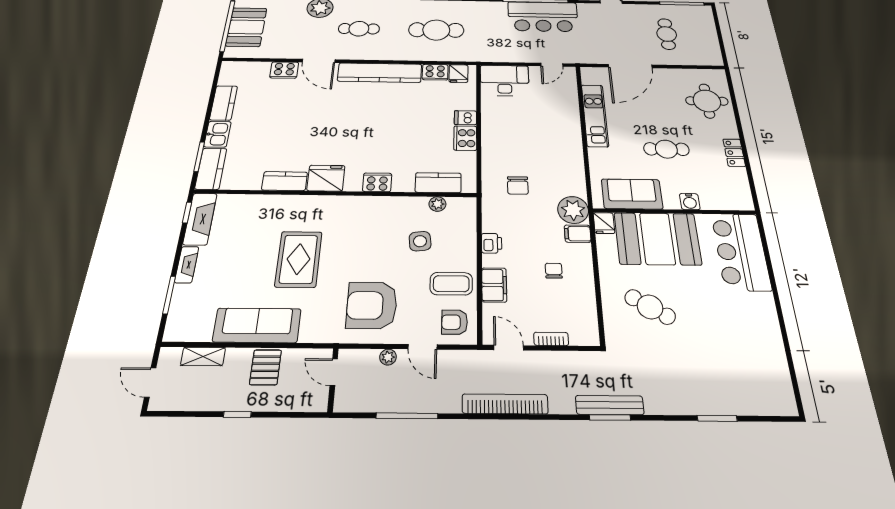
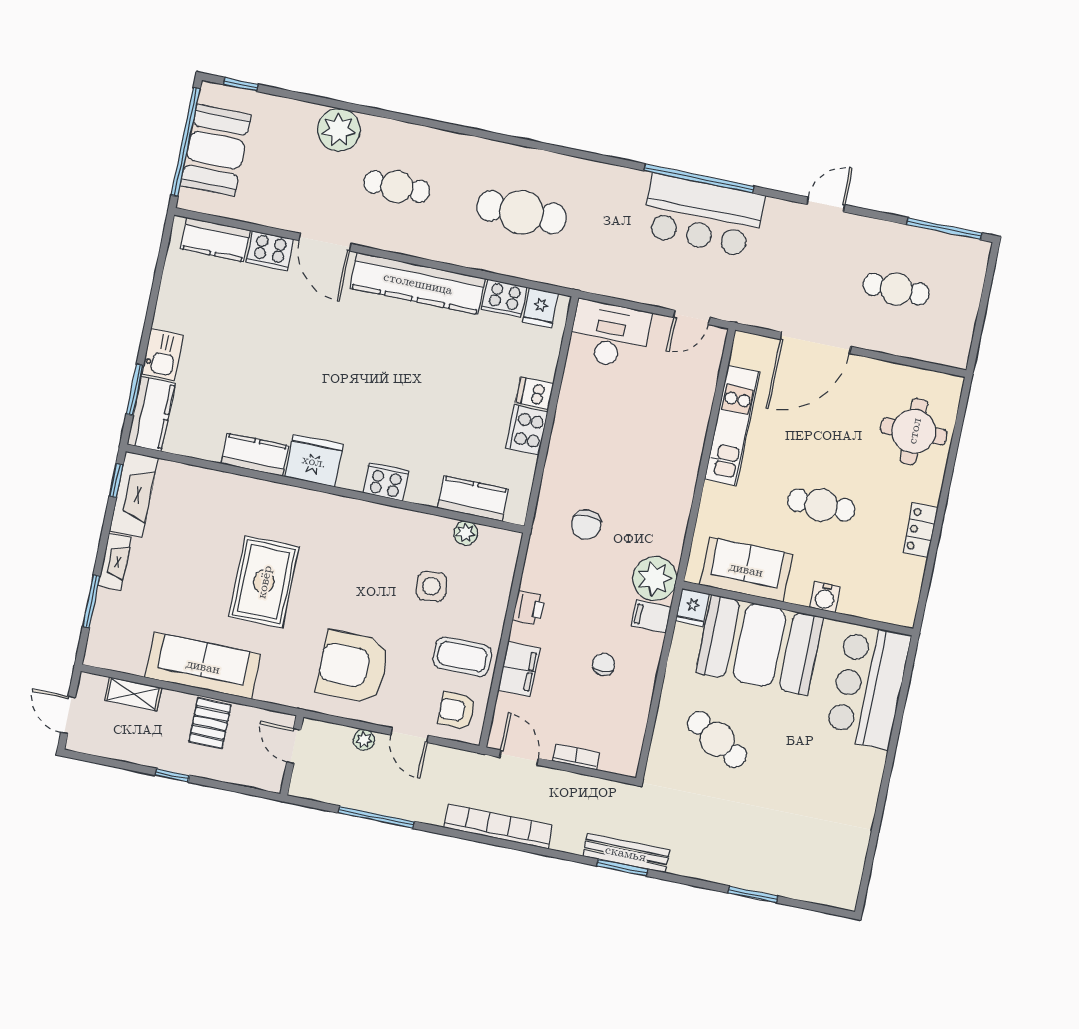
cafe table: (667, 34) -> (896, 289), turned 90
kitchen counter: (224, 103) -> (215, 240), moved, turned 90

